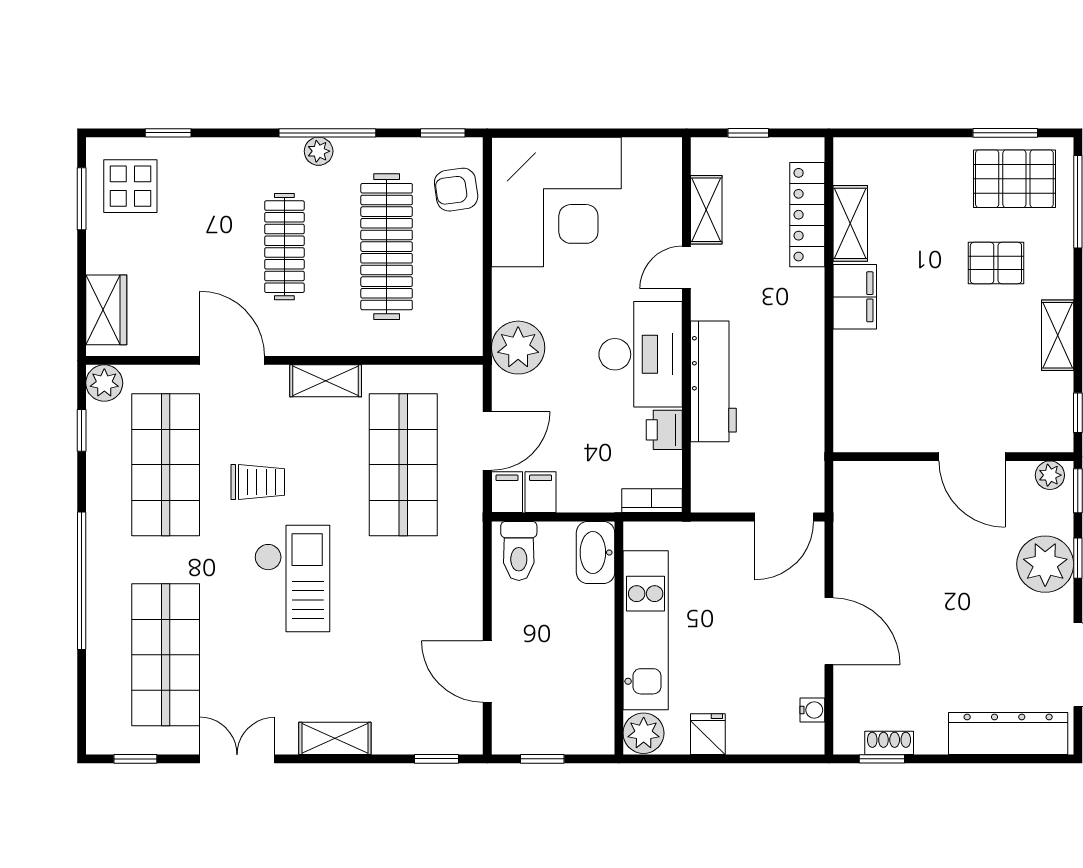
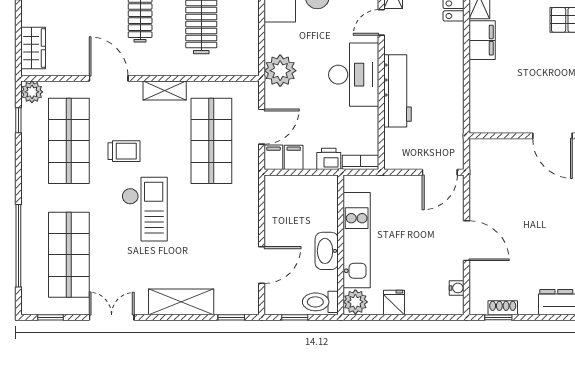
printer: (664, 430) -> (329, 159), moved, turned 90
toilet: (519, 551) -> (320, 302), moved, turned 90
washbasin: (596, 552) -> (327, 251), moved
window: (82, 581) -> (18, 246), moved
door: (487, 672) -> (262, 265), swing flipped
shelving: (335, 738) -> (181, 302), width x1.50, depth x1.33

